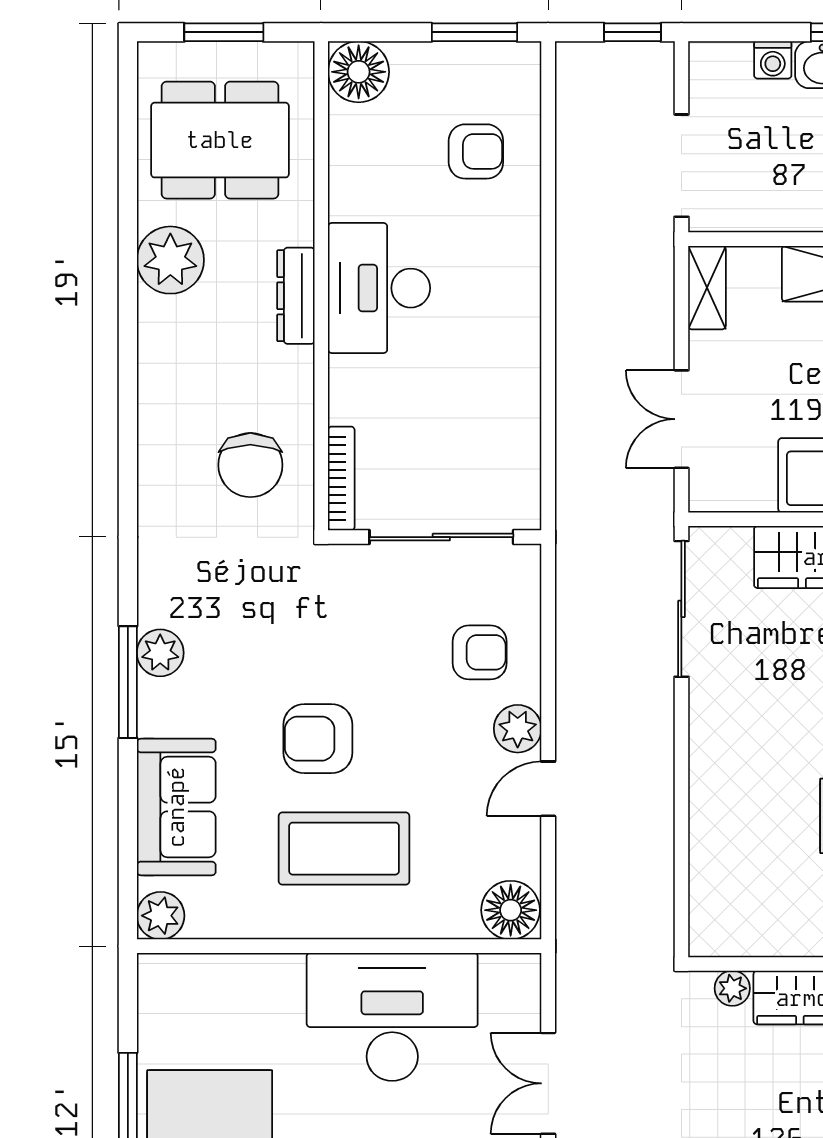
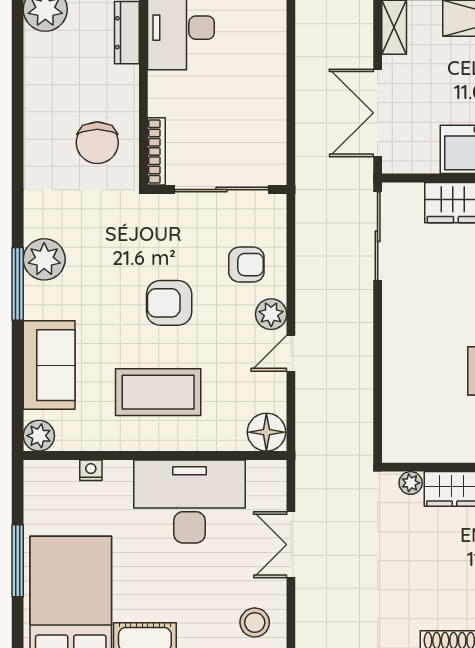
double door: (681, 419) -> (378, 113), width x1.37
plant: (160, 653) -> (44, 259), width x1.36, depth x1.36
armchair: (318, 739) -> (169, 303), moved
nightstand: (240, 969) -> (91, 470), added

